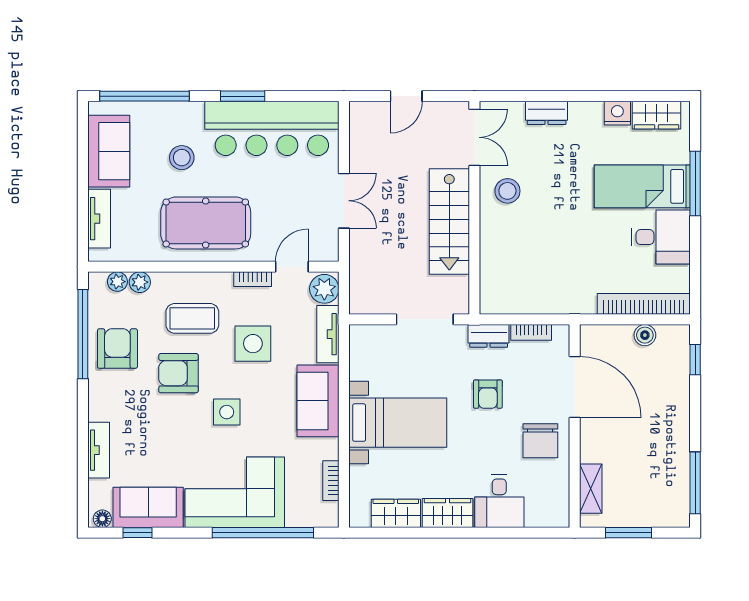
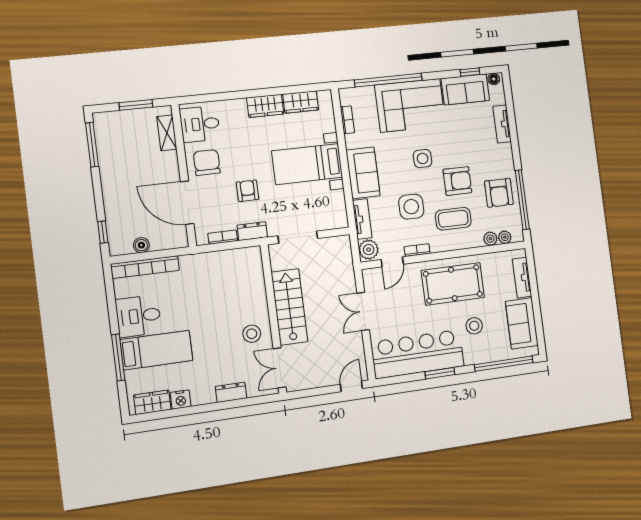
door: (406, 96) -> (351, 386), moved
desk: (499, 501) -> (200, 124), moved, turned -90

